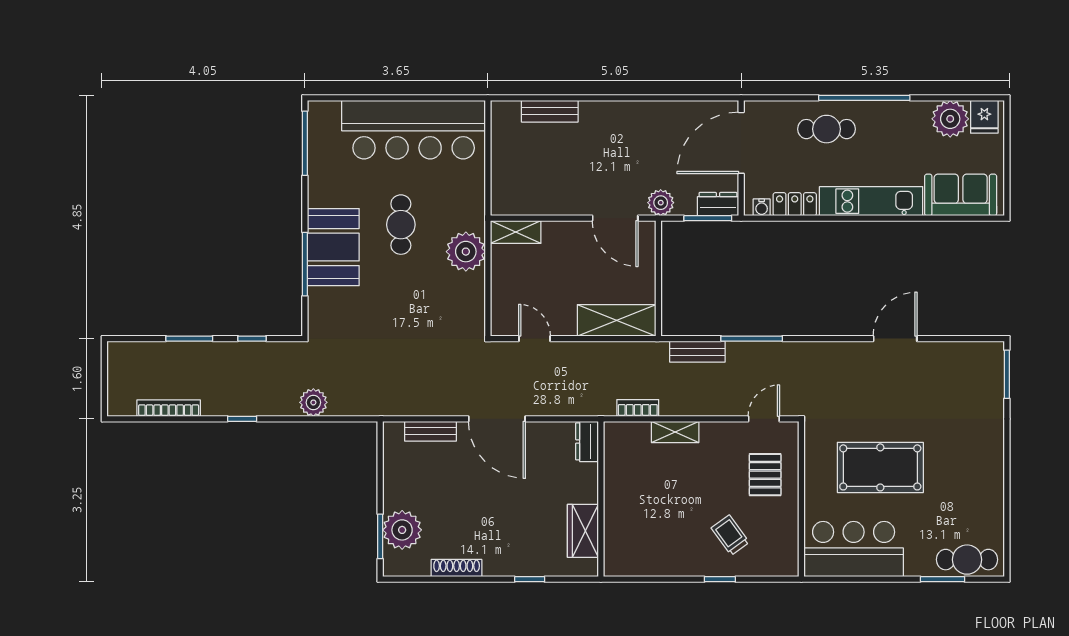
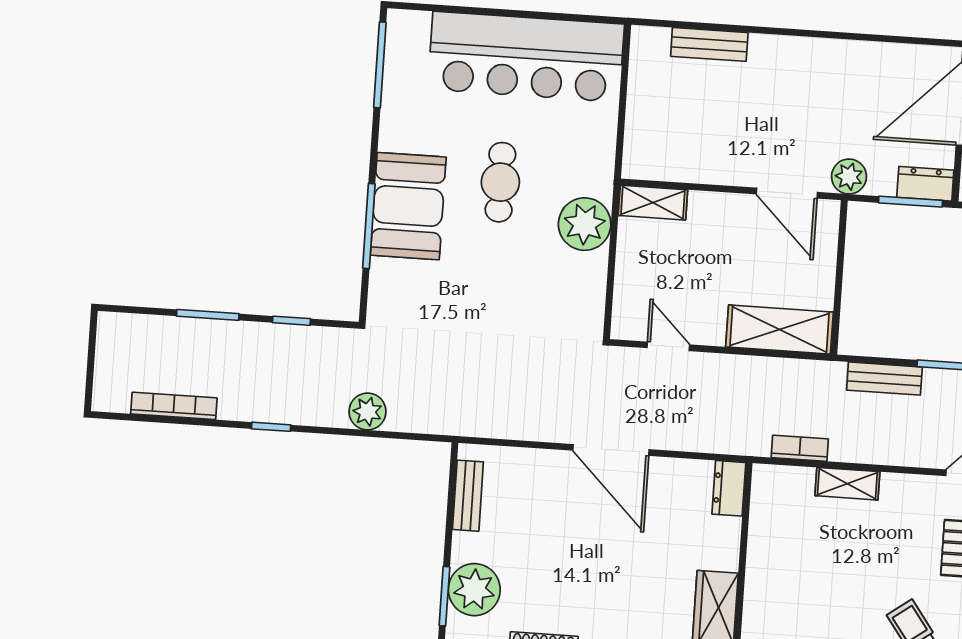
bench: (430, 431) -> (468, 496), moved, turned 90

